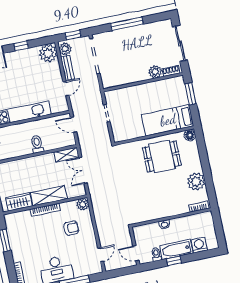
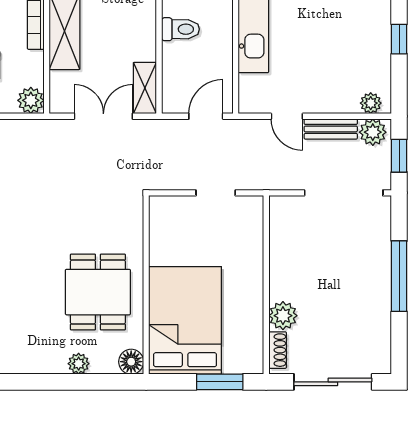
plant: (48, 53) -> (371, 103), width x0.53, depth x0.53
bed: (168, 120) -> (185, 320), width x1.50
plant: (196, 181) -> (79, 364), moved, width x0.53, depth x0.53

